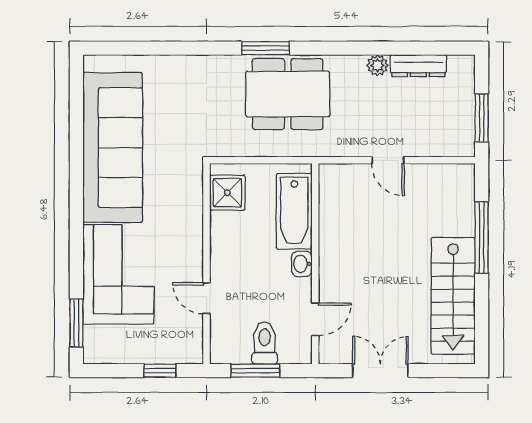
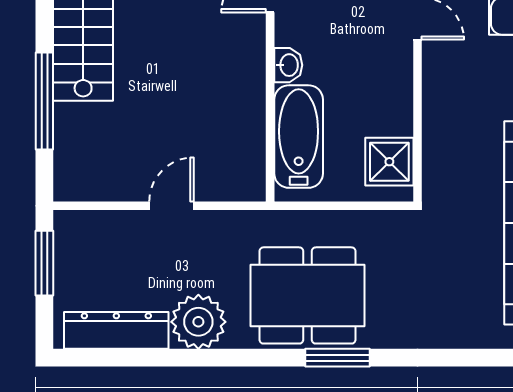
plant: (377, 65) -> (198, 322), width x1.87, depth x1.87
dresser: (418, 66) -> (116, 330), width x1.37, depth x1.24
door: (388, 160) -> (171, 206), hinge flipped

